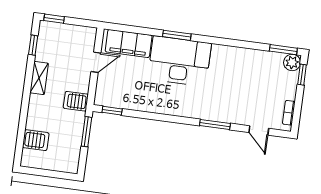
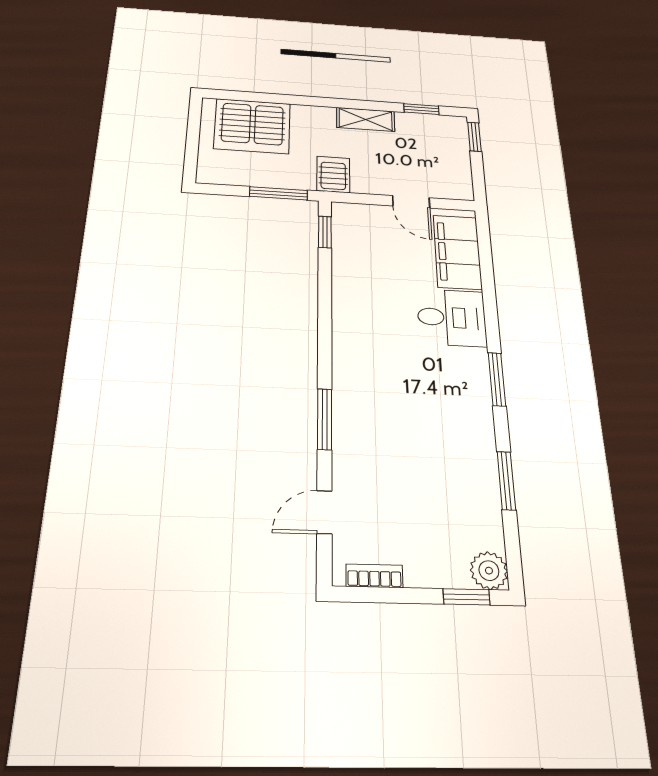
window: (177, 35) -> (497, 379), moved
window: (283, 50) -> (506, 480), moved
desk: (180, 61) -> (452, 318), width x0.53, depth x0.77
server rack: (36, 140) -> (252, 126), width x2.18, depth x1.44

